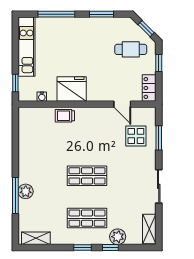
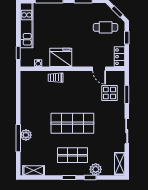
shop shelf: (87, 176) -> (72, 123), width x1.43, depth x1.36

